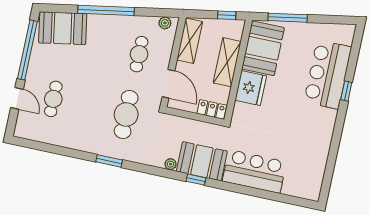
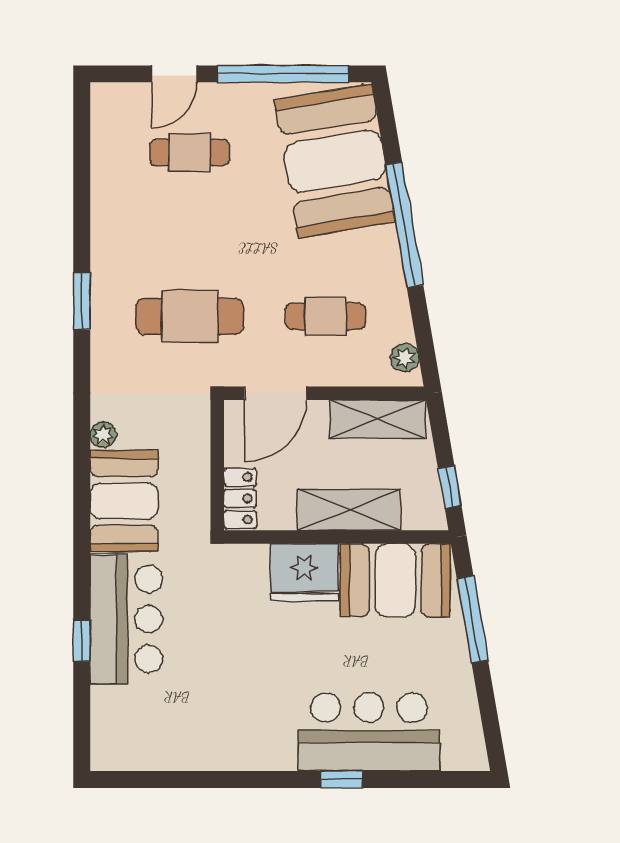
booth: (63, 28) -> (335, 161), width x1.36, depth x1.42
window: (196, 180) -> (82, 641), moved

